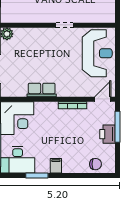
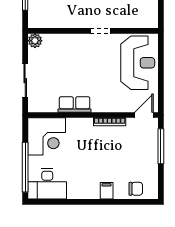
printer: (108, 134) -> (149, 155), removed
filing cabinet: (56, 166) -> (107, 191), moved
window: (37, 176) -> (69, 202), removed

